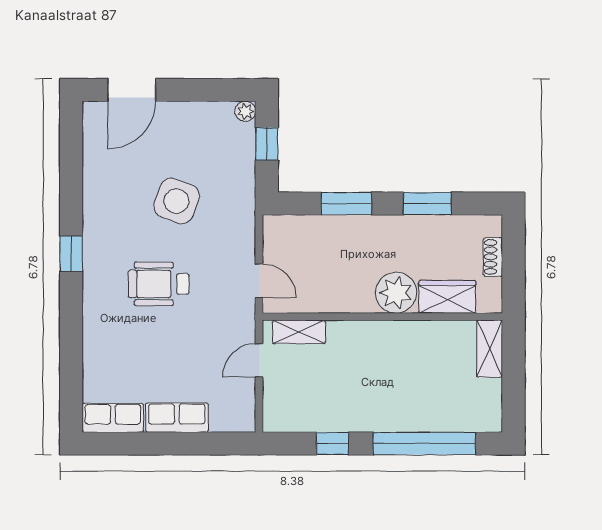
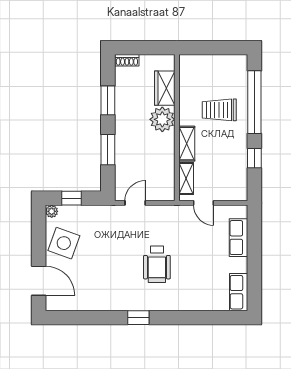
side table: (176, 201) -> (64, 243), moved
shoe rack: (493, 257) -> (127, 60), moved
door: (259, 281) -> (135, 203), moved
shelving: (490, 349) -> (187, 144), moved, turned 90
trolley: (412, 386) -> (219, 110), added
row of seats: (177, 418) -> (238, 238), moved

